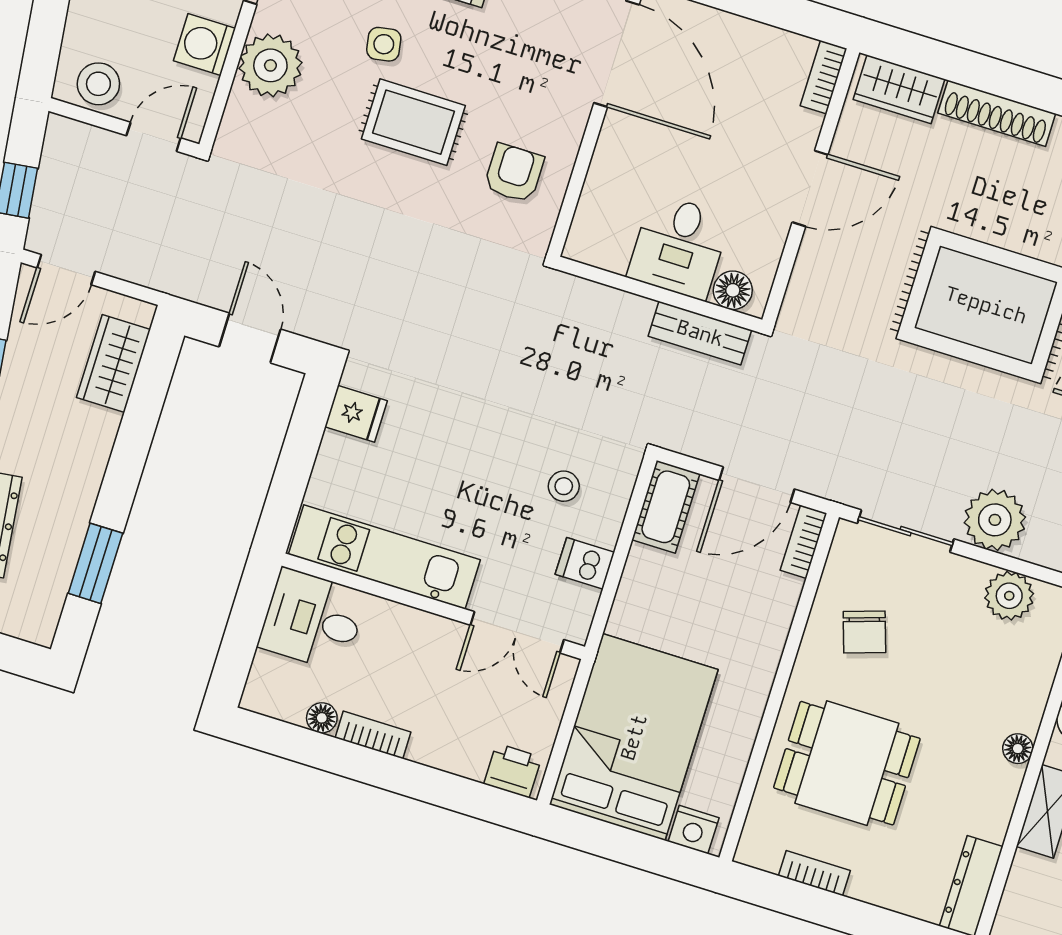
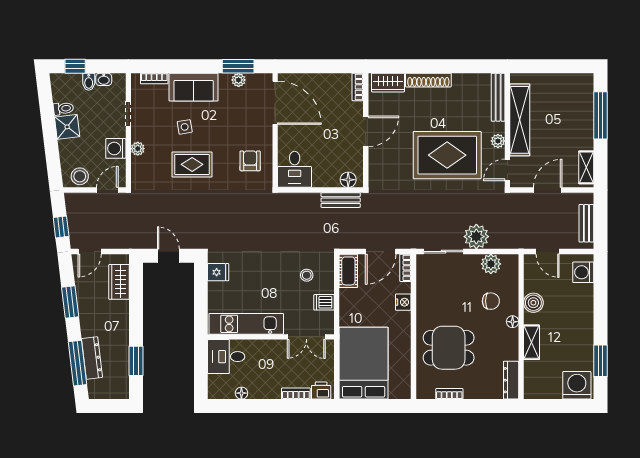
plant: (270, 65) -> (138, 149), width x0.53, depth x0.53
rug: (413, 122) -> (192, 164), moved
desk: (679, 247) -> (295, 169), moved
chair: (864, 632) -> (491, 301), moved, turned -72
bookcase: (373, 735) -> (296, 394), moved
nightstand: (694, 830) -> (403, 302), moved, turned -90

